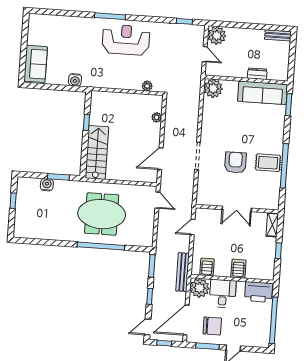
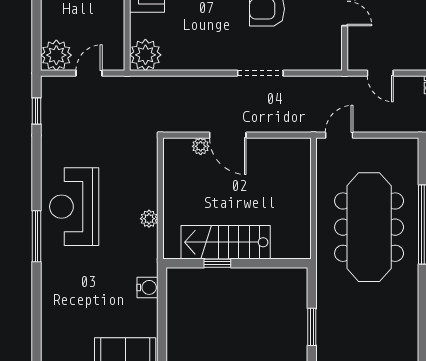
plant: (147, 86) -> (149, 219), moved
stairs: (97, 152) -> (226, 242), moved
door: (160, 159) -> (228, 135), moved
window: (58, 177) -> (312, 327), moved
water cooler: (47, 185) -> (326, 322), removed
meeting table: (102, 214) -> (369, 227), width x1.36

